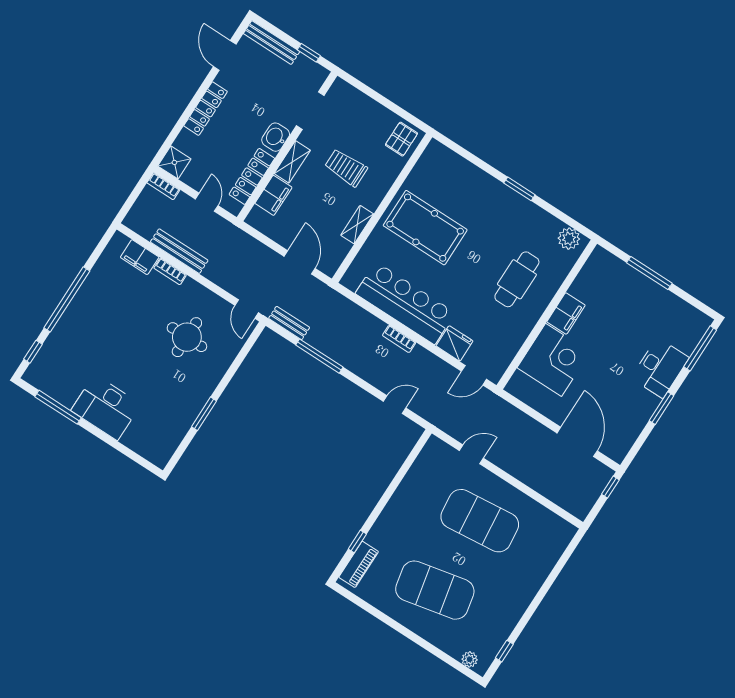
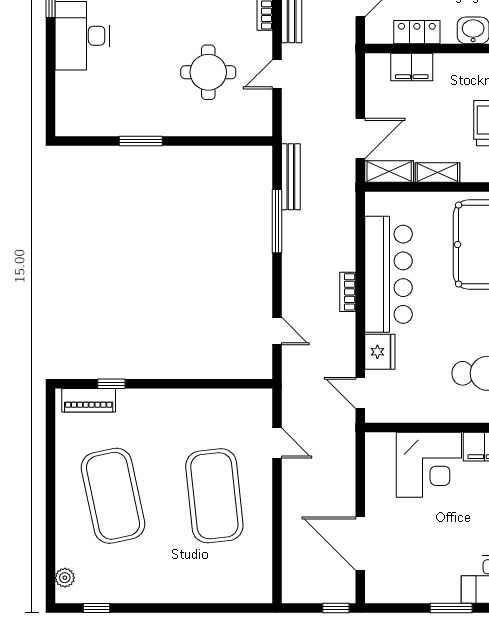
shelving: (292, 162) -> (389, 172), moved
locker: (252, 176) -> (417, 32), width x0.66
door: (247, 309) -> (277, 74), moved
bench: (289, 323) -> (291, 177), width x1.36
door: (577, 442) -> (360, 544), swing flipped

